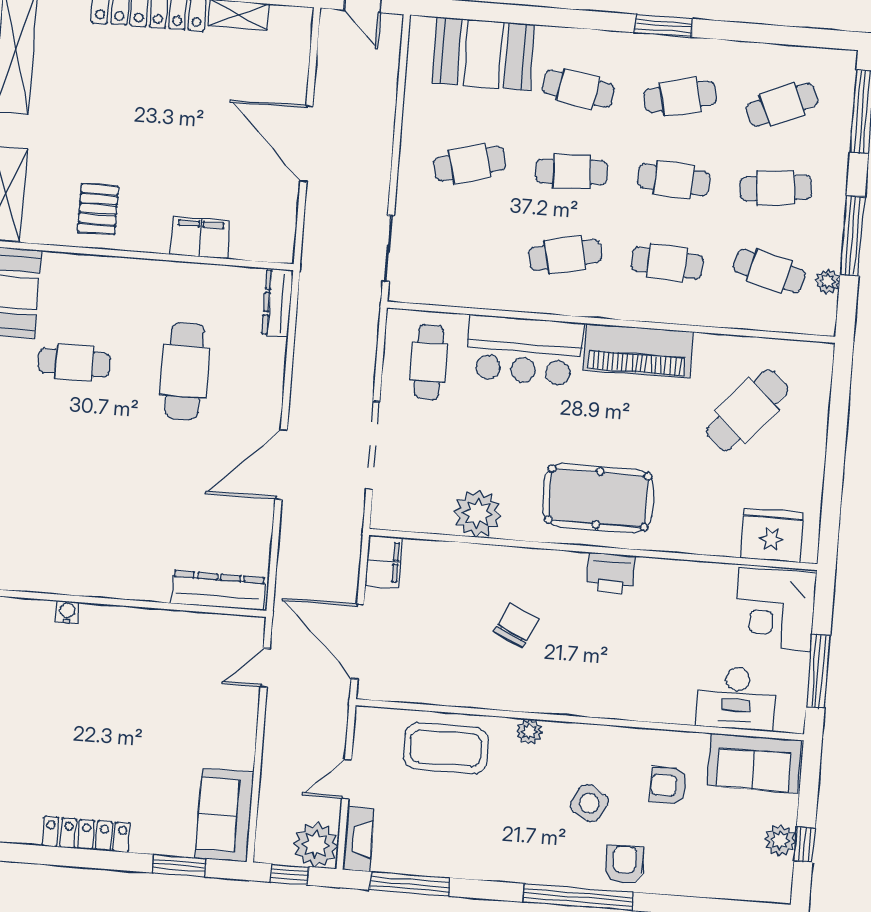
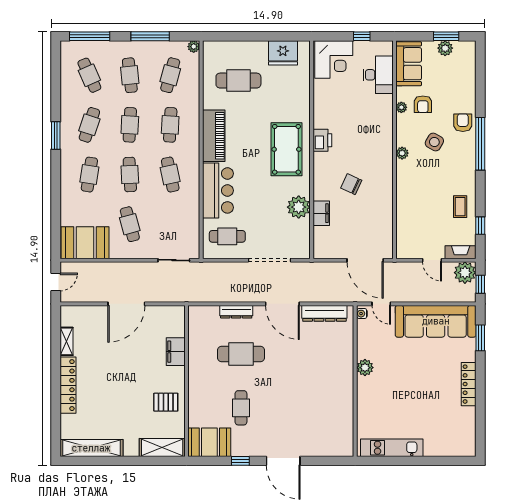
booth: (483, 54) -> (85, 243), moved, turned 90
cafe table: (680, 97) -> (89, 125), turned 30
plant: (828, 281) -> (194, 47), moved
dresser: (278, 303) -> (236, 312), moved
cafe table: (747, 410) -> (238, 81), turned -41
fridge: (772, 535) -> (283, 53), moved, turned -90
filing cabinet: (384, 562) -> (321, 213), moved, turned 90
dresser: (218, 590) -> (324, 313), moved, turned -90
water cooler: (67, 612) -> (362, 314), moved
plant: (137, 624) -> (365, 368), added
door: (357, 641) -> (365, 260), hinge flipped
window: (818, 671) -> (362, 36), width x0.46
plant: (529, 732) -> (402, 153), moved
plant: (666, 741) -> (401, 107), added
coffee table: (446, 748) -> (460, 207), moved, width x0.54, depth x0.58
sofa: (225, 815) -> (436, 321), width x1.85, depth x1.27
window: (805, 845) -> (446, 36), width x1.50
armchair: (624, 865) -> (463, 123), turned 90
window: (410, 884) -> (480, 226), width x0.46

